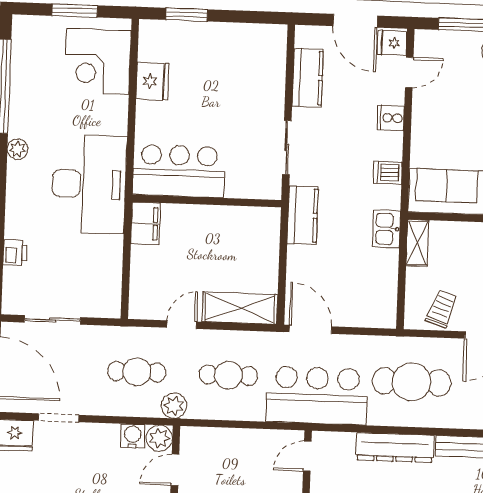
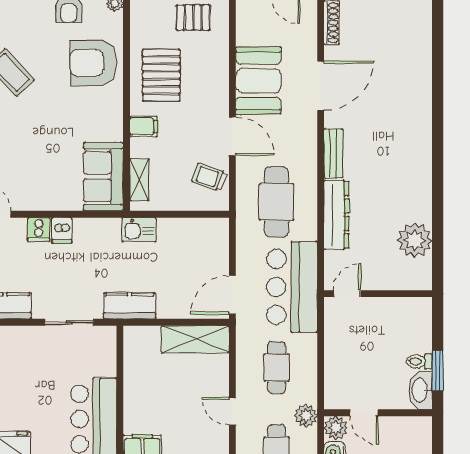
dishwasher: (388, 173) -> (62, 230), moved
shelving: (417, 243) -> (139, 180), moved, turned 90
shelving: (240, 308) -> (195, 339), moved, turned 90
door: (307, 456) -> (347, 294), swing flipped

